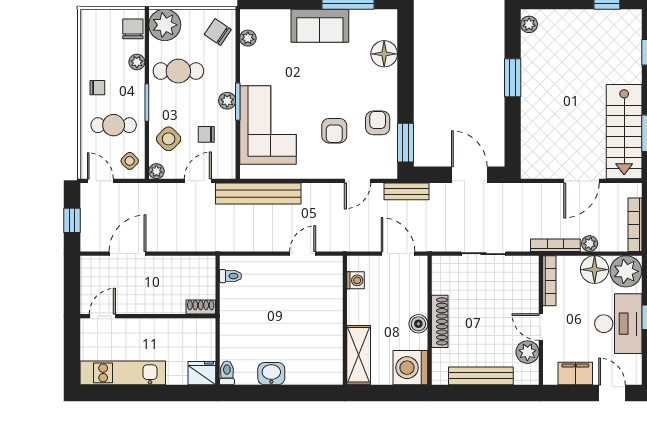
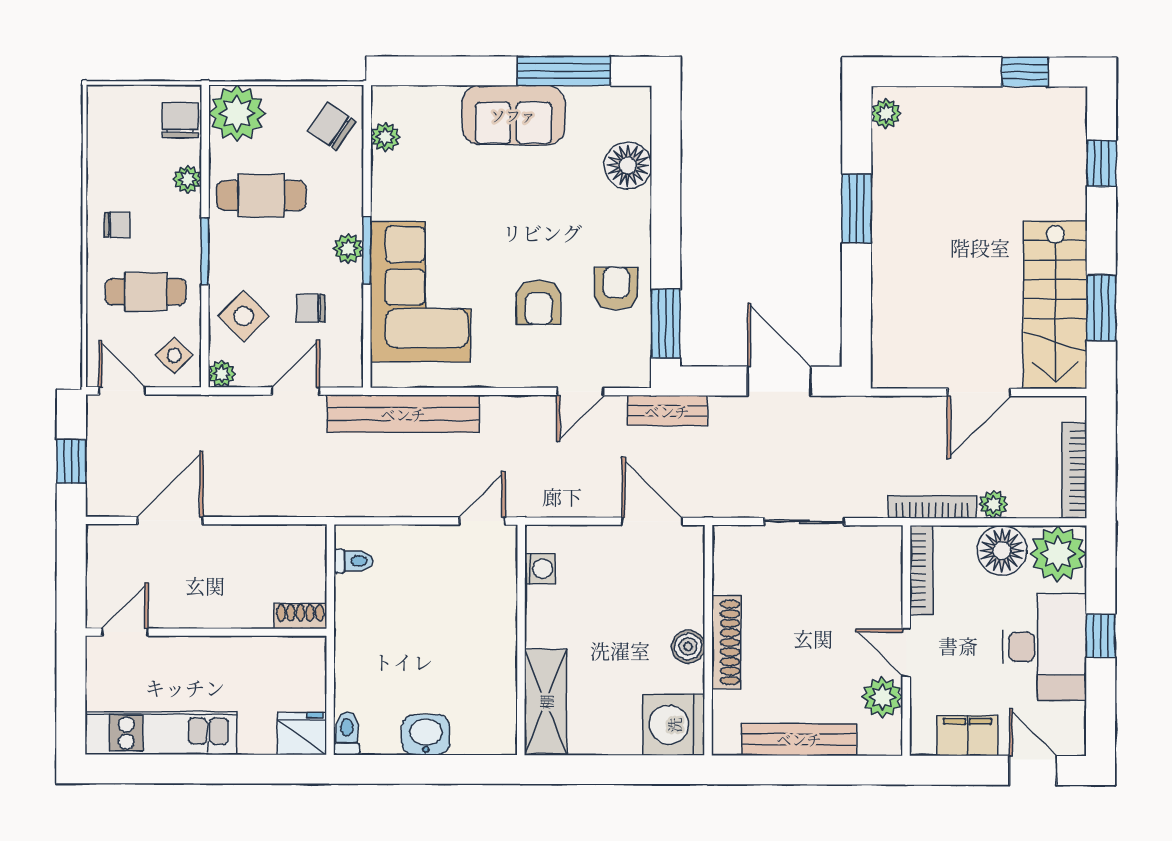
washing machine: (355, 280) -> (540, 569), moved
wall: (345, 320) -> (521, 640), moved
shelving: (359, 355) -> (546, 702), moved

